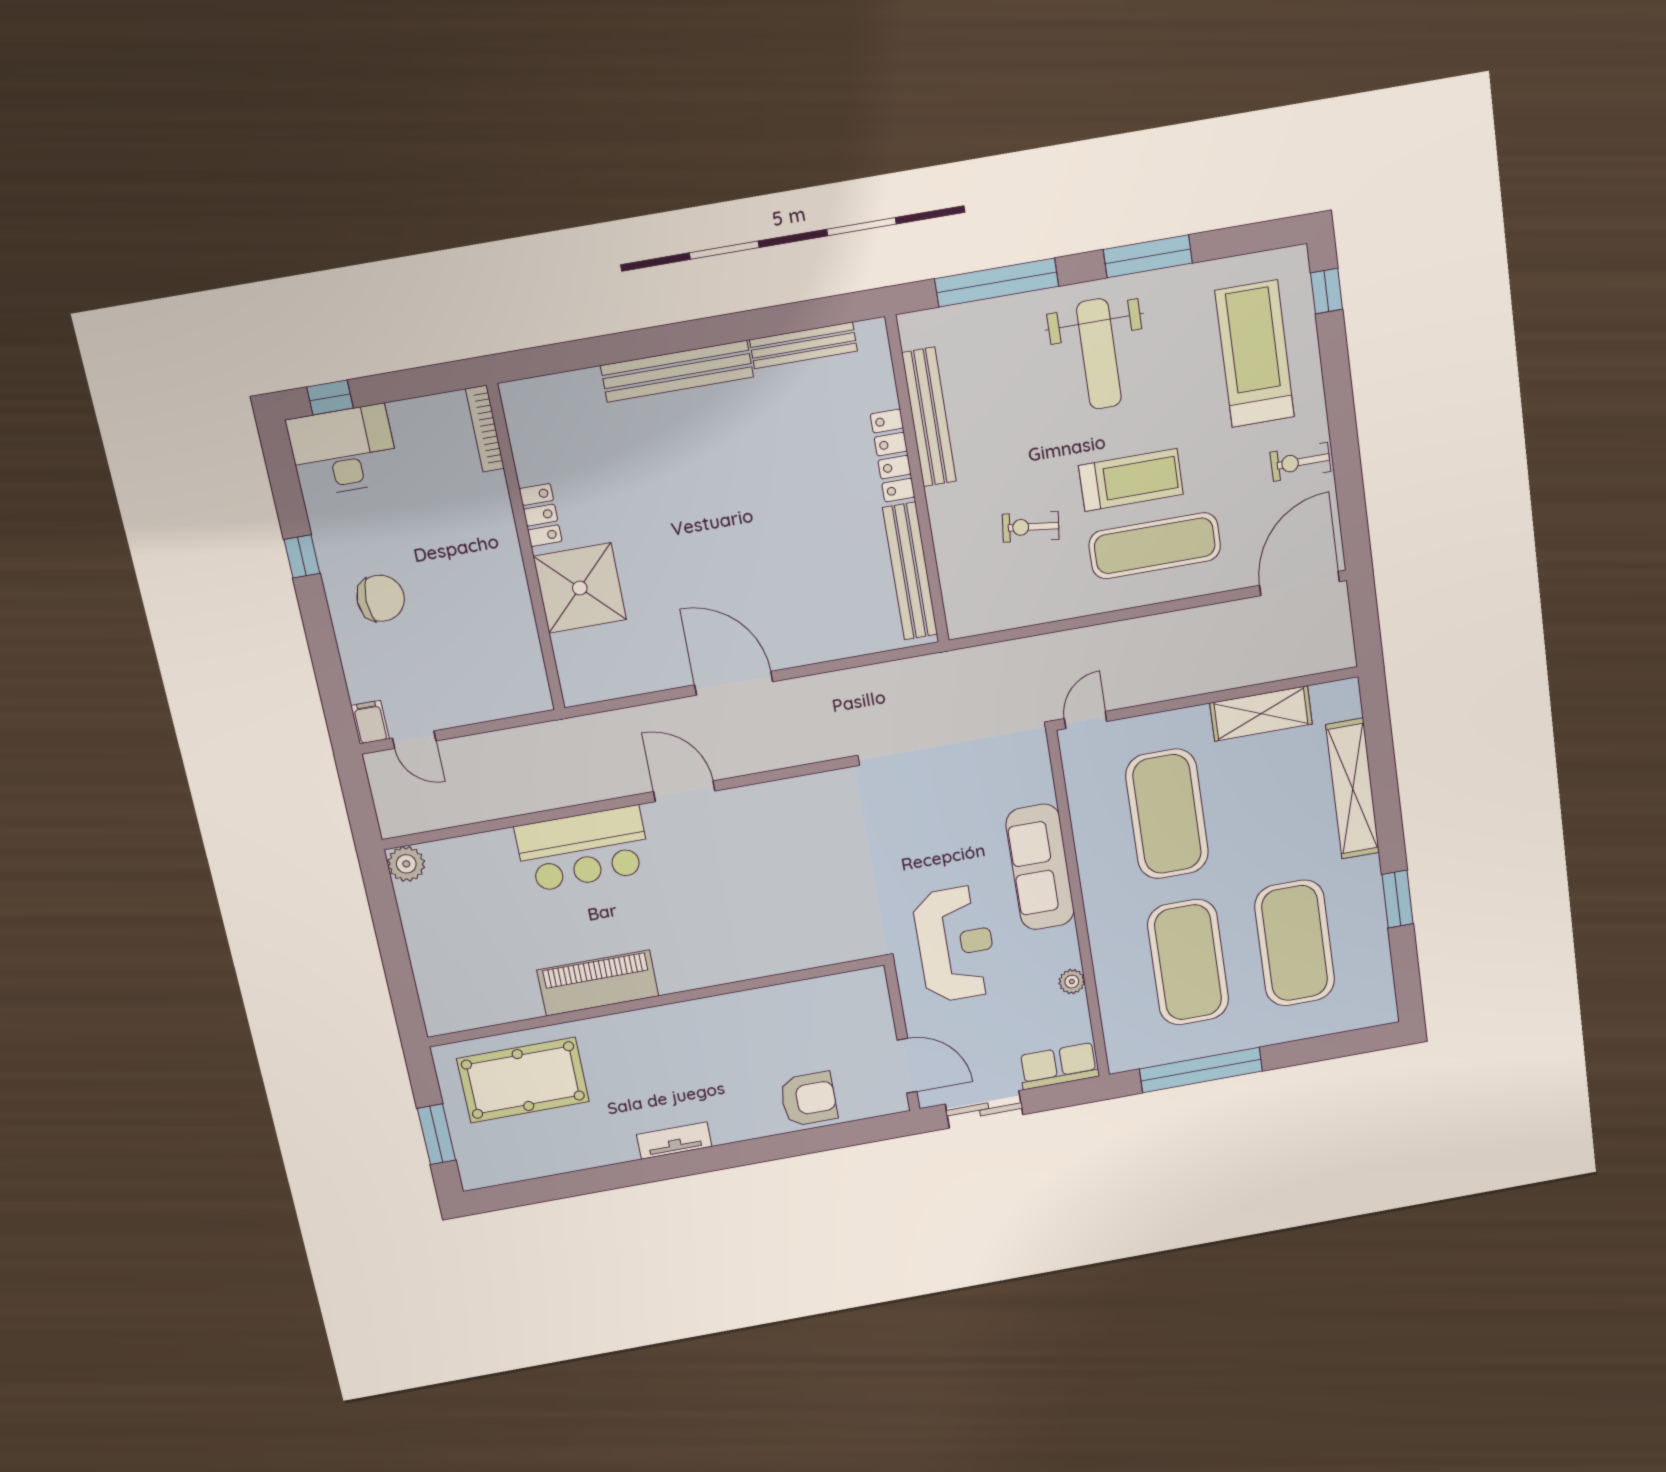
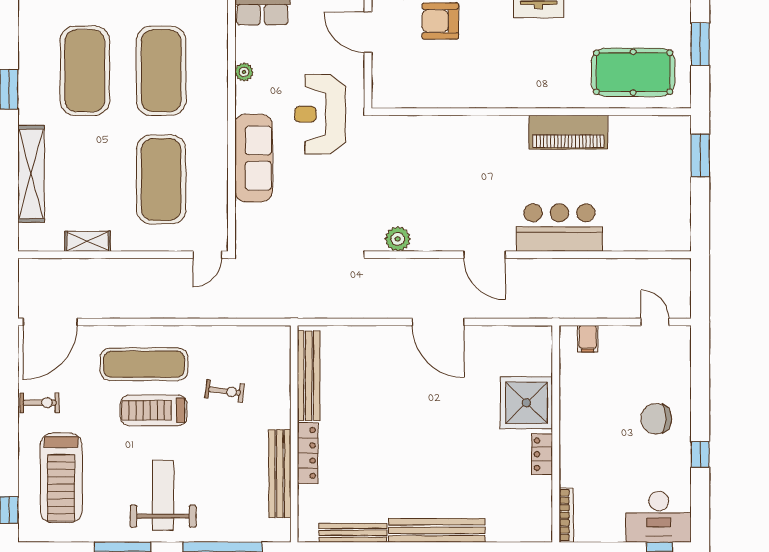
shelving: (1261, 713) -> (88, 241), width x0.67, depth x0.75
filing cabinet: (370, 722) -> (588, 339), moved
plant: (406, 864) -> (398, 239), moved
window: (402, 985) -> (700, 155), added

